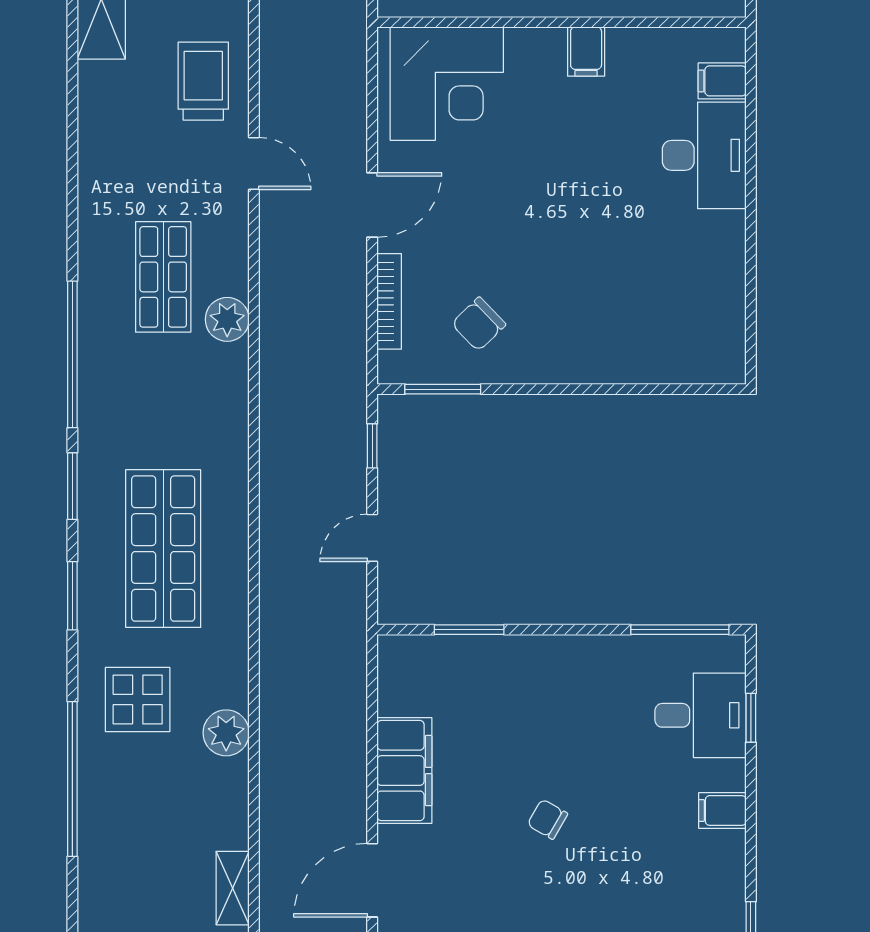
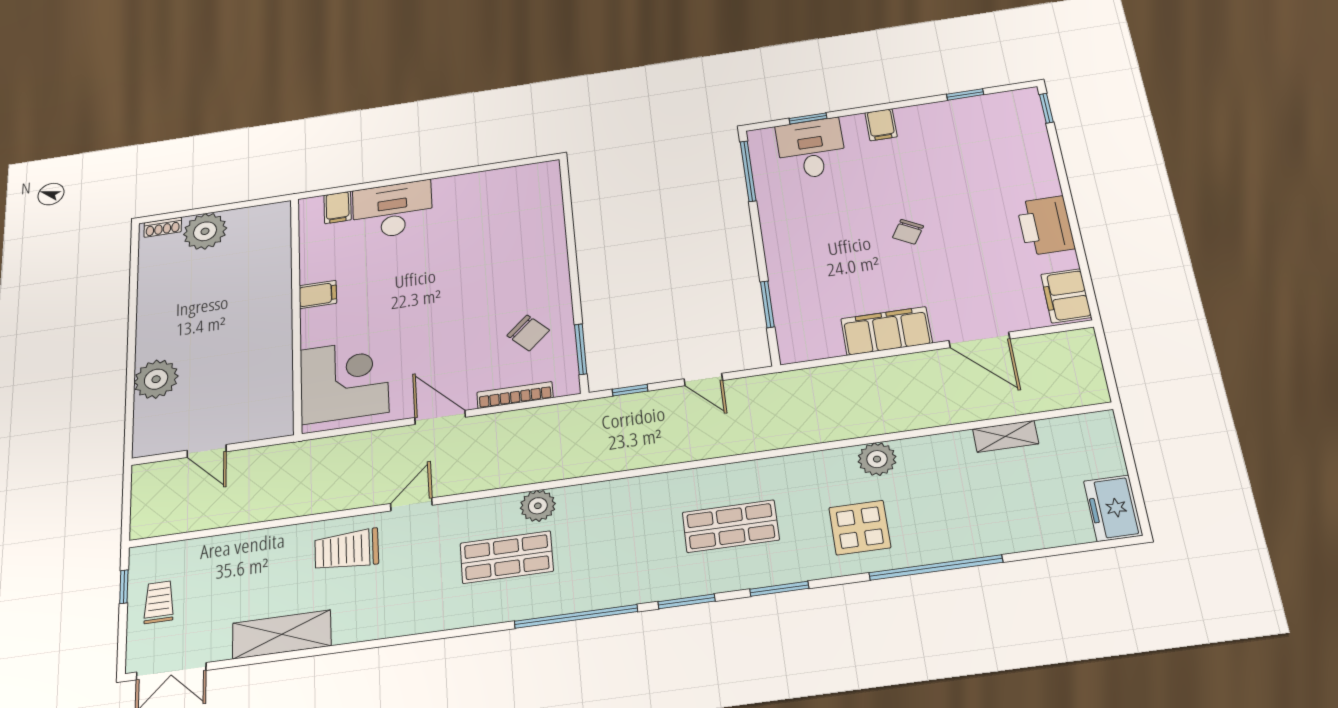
shop shelf: (163, 549) -> (731, 526), width x0.70, depth x0.74

